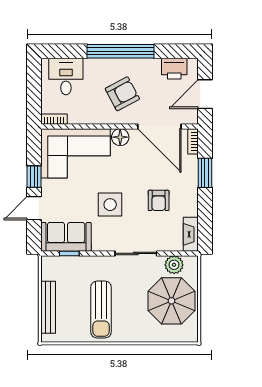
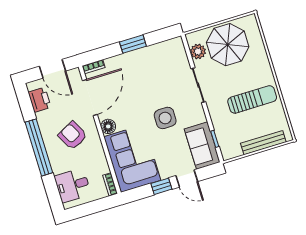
window: (205, 173) -> (133, 44), moved
armchair: (159, 200) -> (150, 80), removed
fireplace: (191, 234) -> (169, 45), removed

